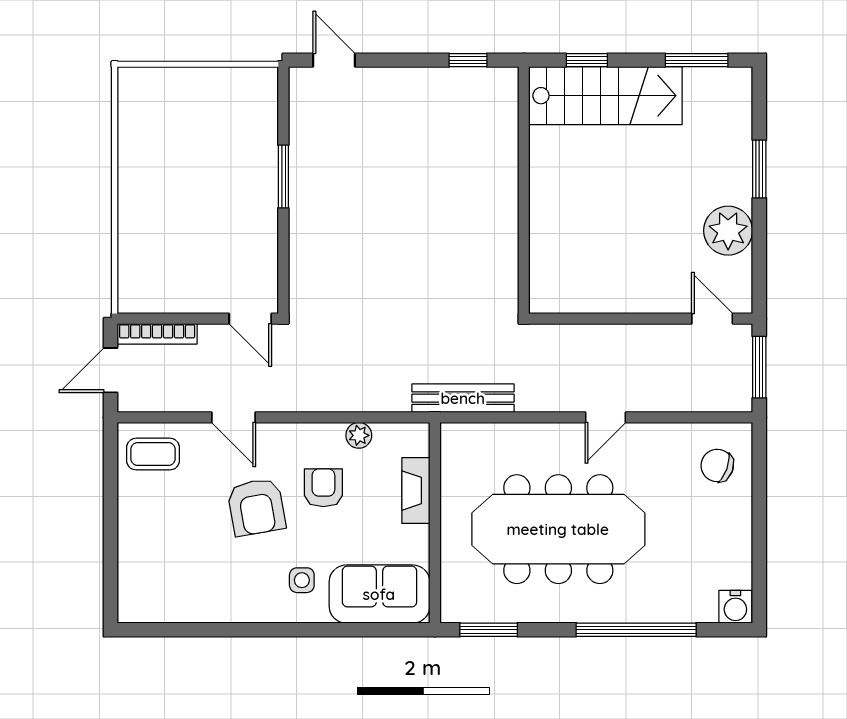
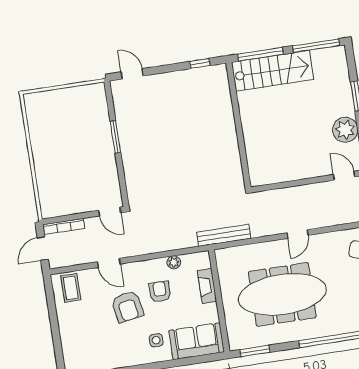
window: (587, 60) -> (260, 54), width x2.17
window: (697, 60) -> (316, 46), width x1.44
coffee table: (153, 454) -> (71, 288), turned 90

